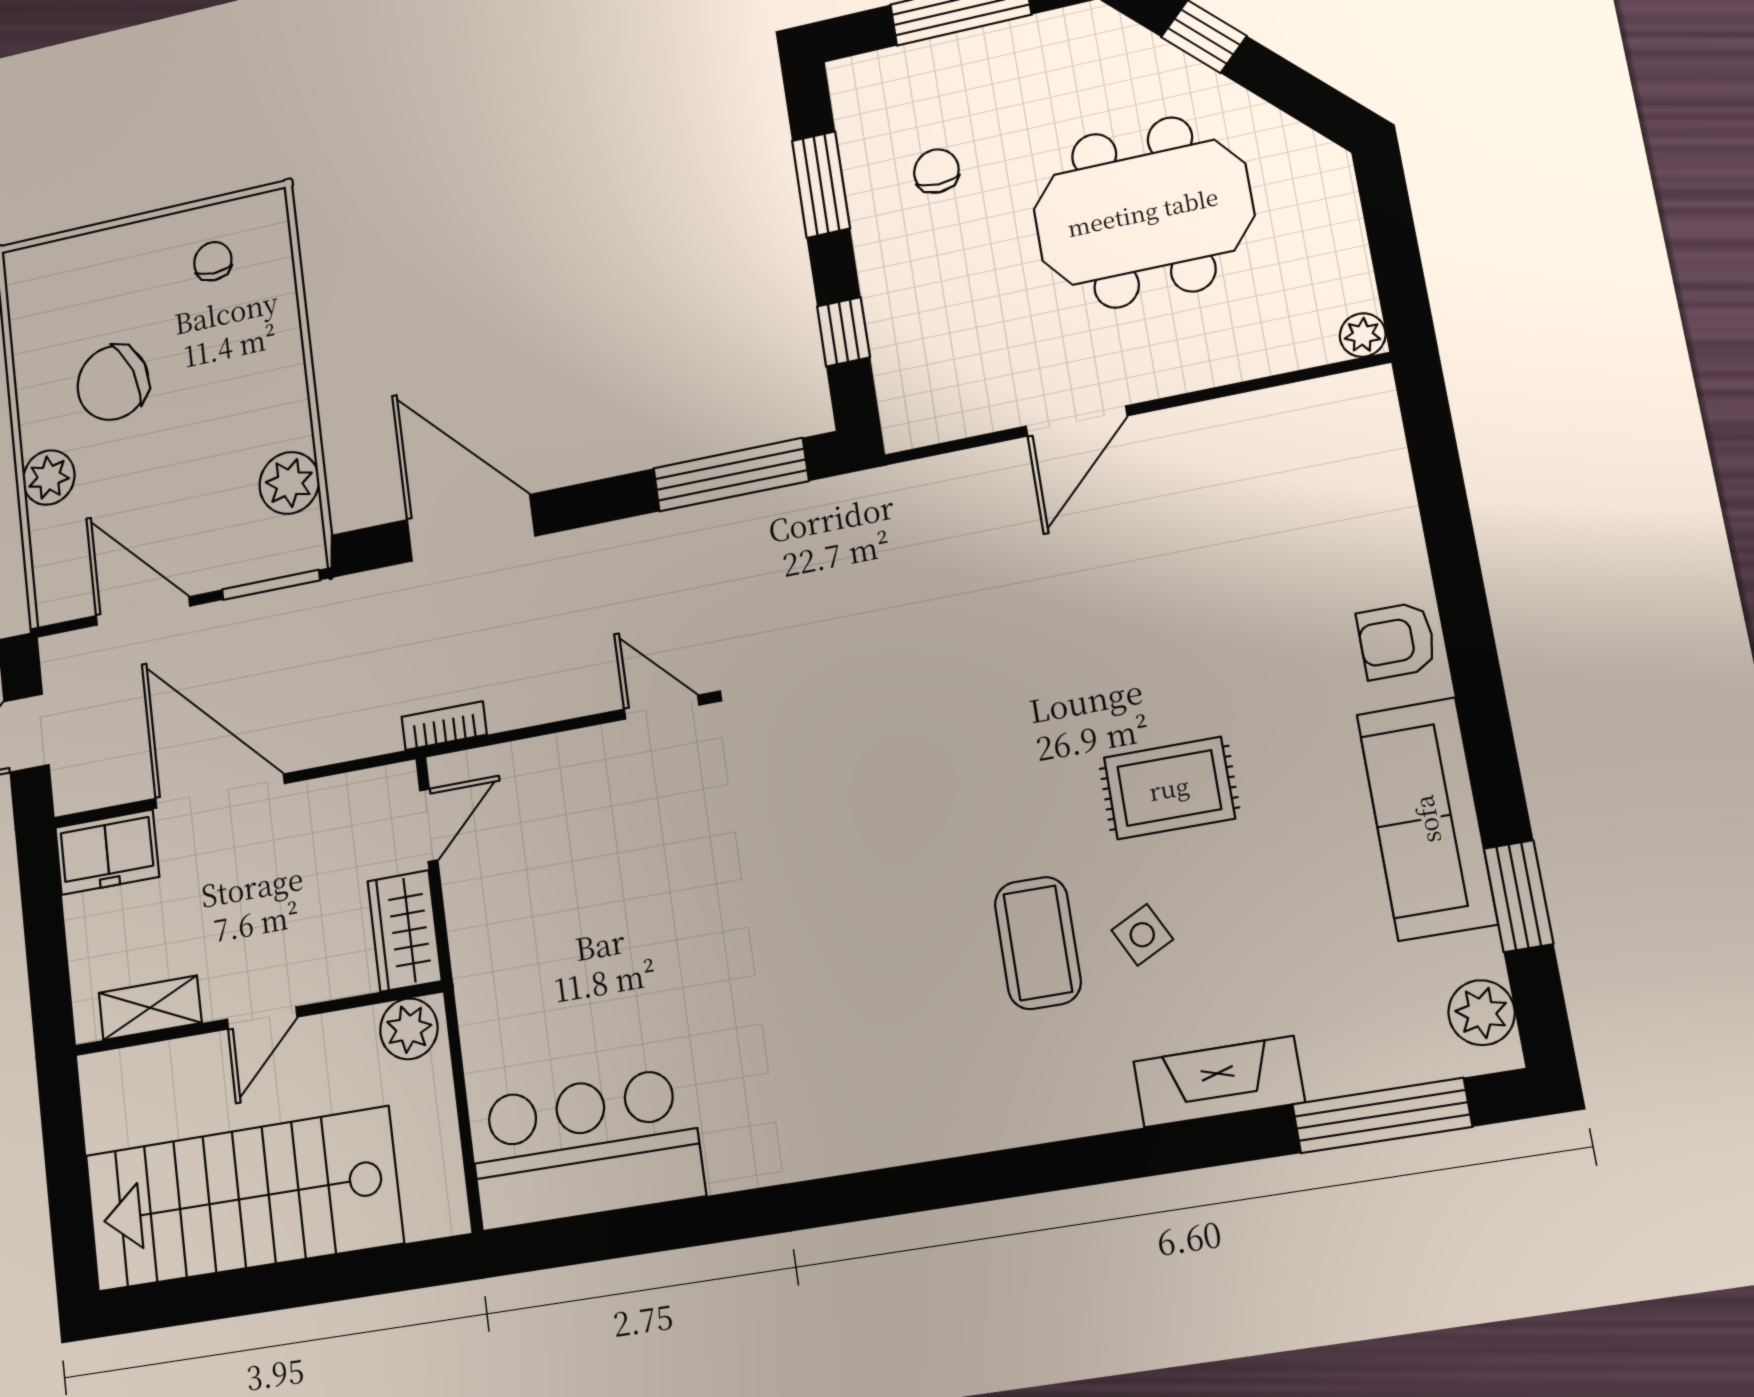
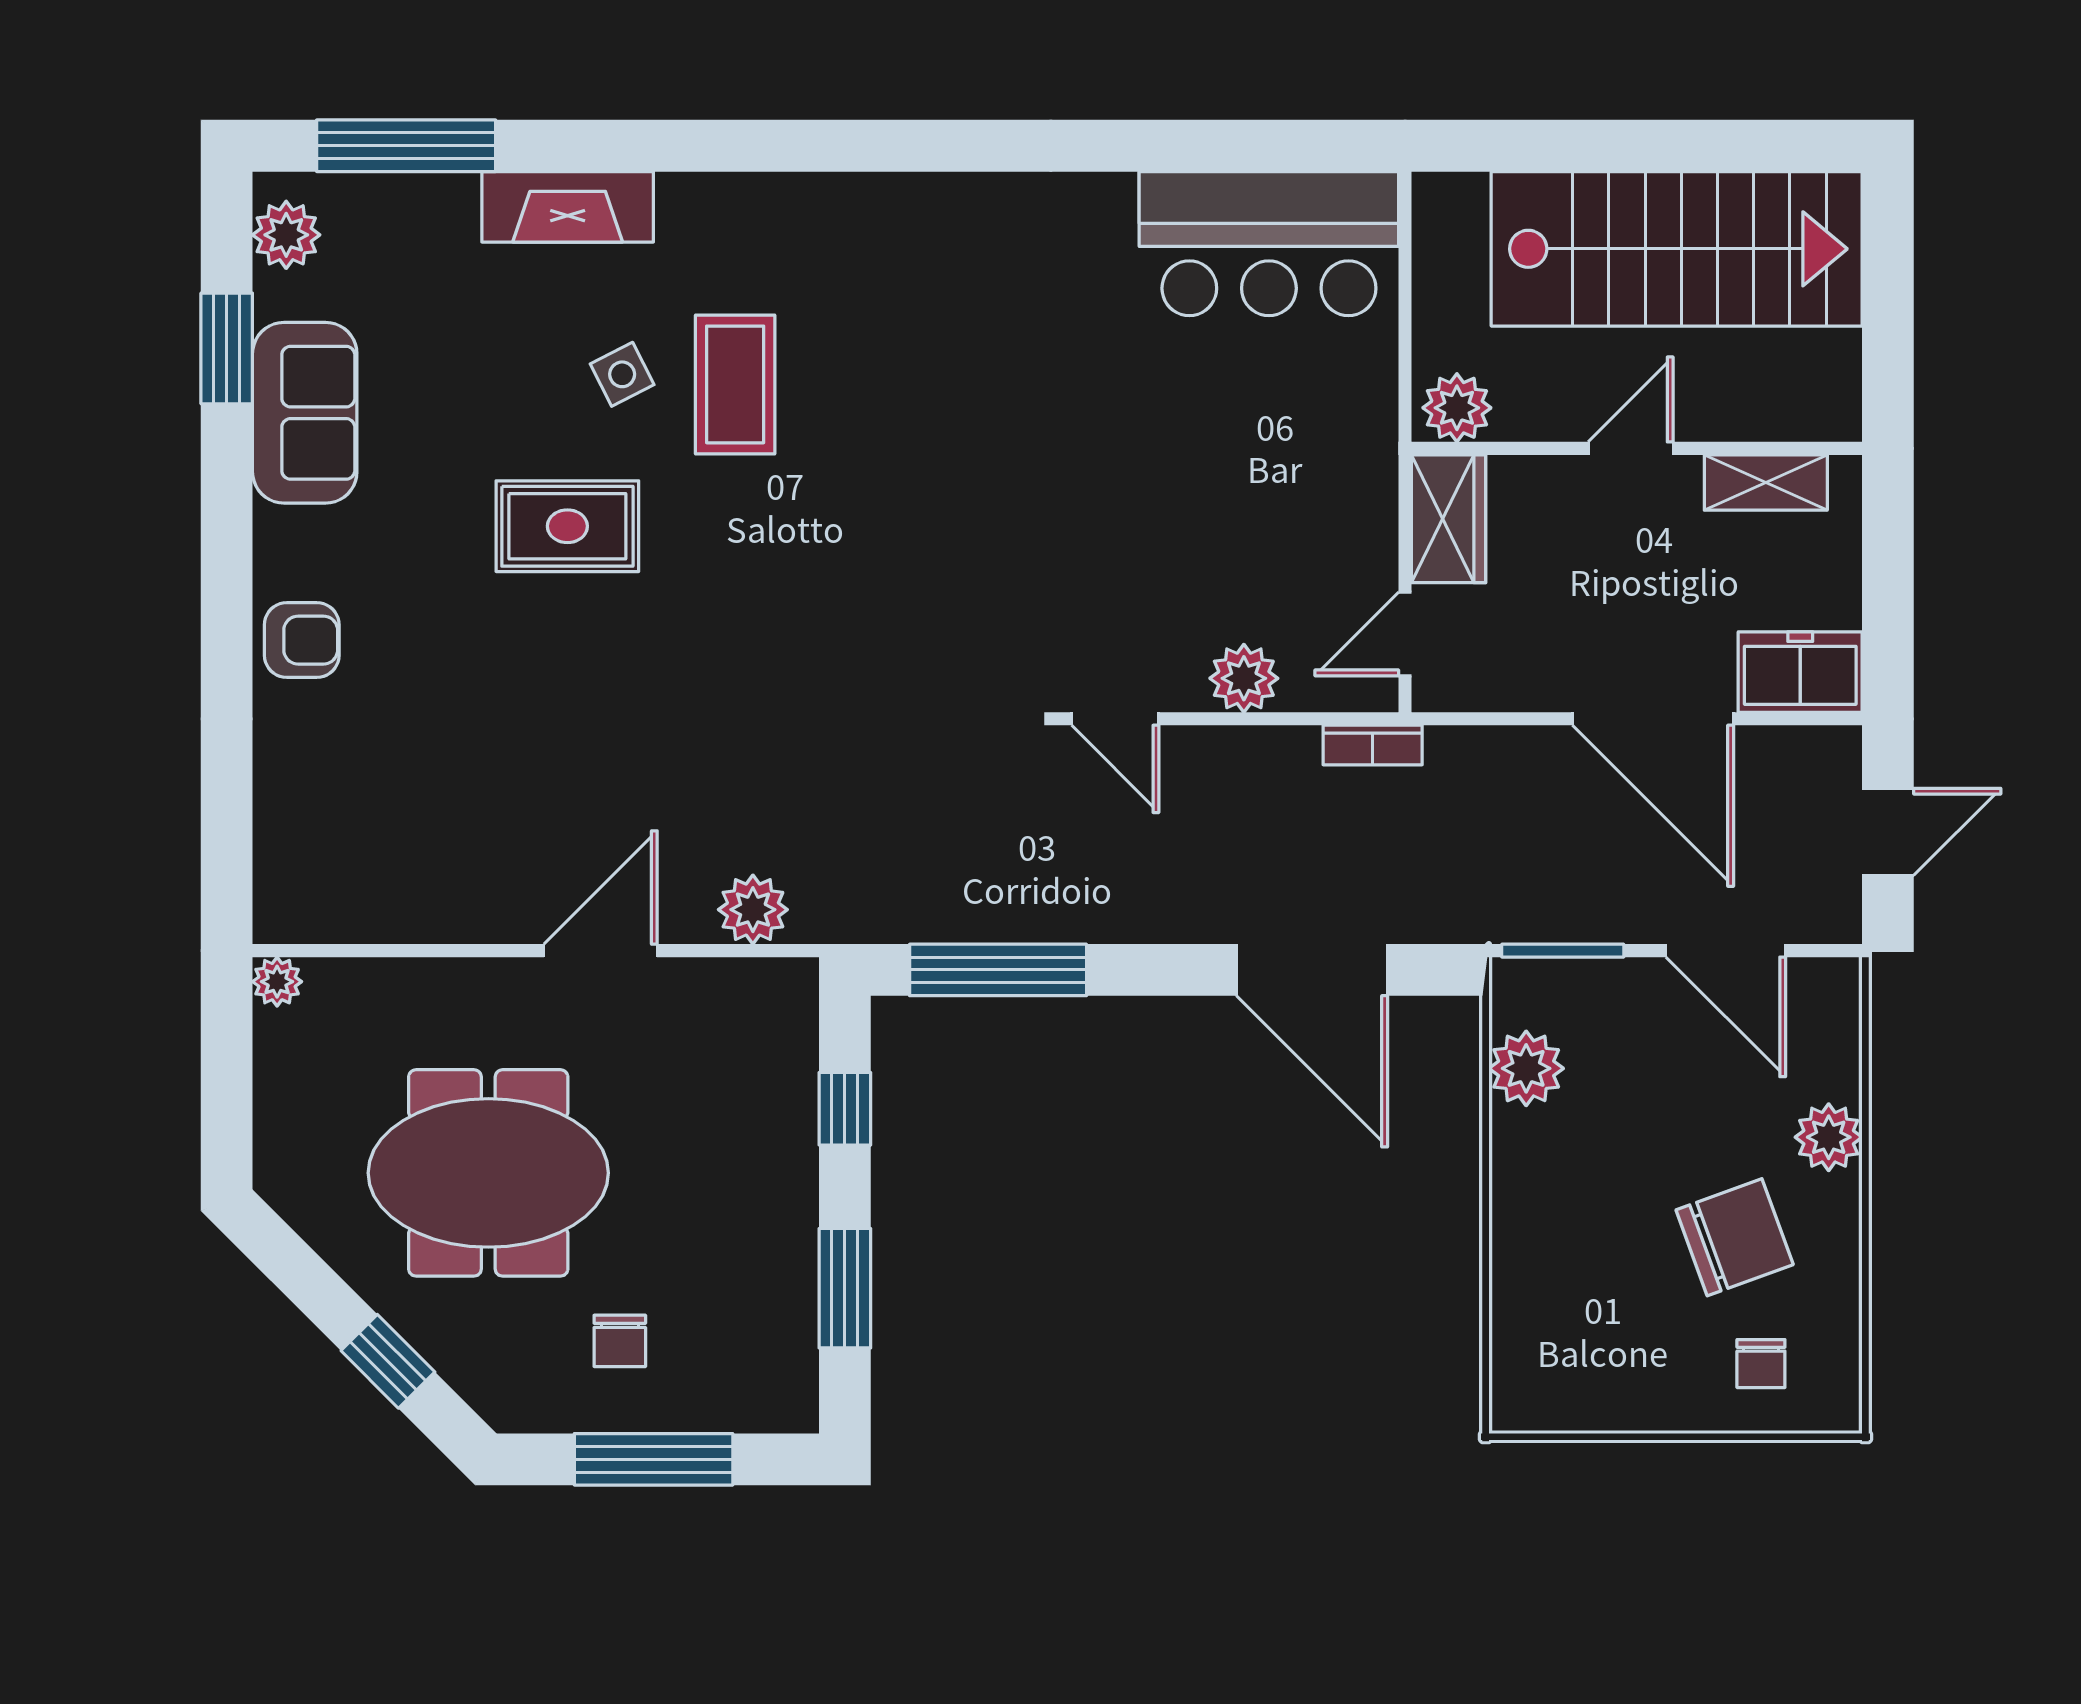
chair: (936, 171) -> (620, 1341), moved
chair: (213, 261) -> (1761, 1364), moved
plant: (949, 483) -> (753, 910), added
plant: (558, 762) -> (1244, 678), added
sofa: (1427, 819) -> (305, 413), width x0.73

